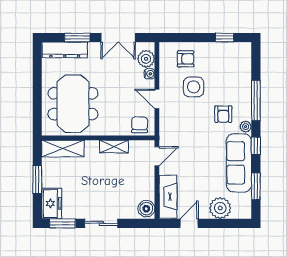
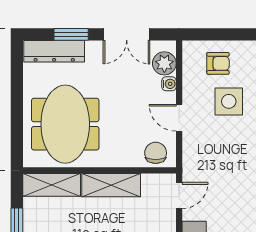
shelving: (114, 147) -> (111, 185), width x1.50, depth x1.33

